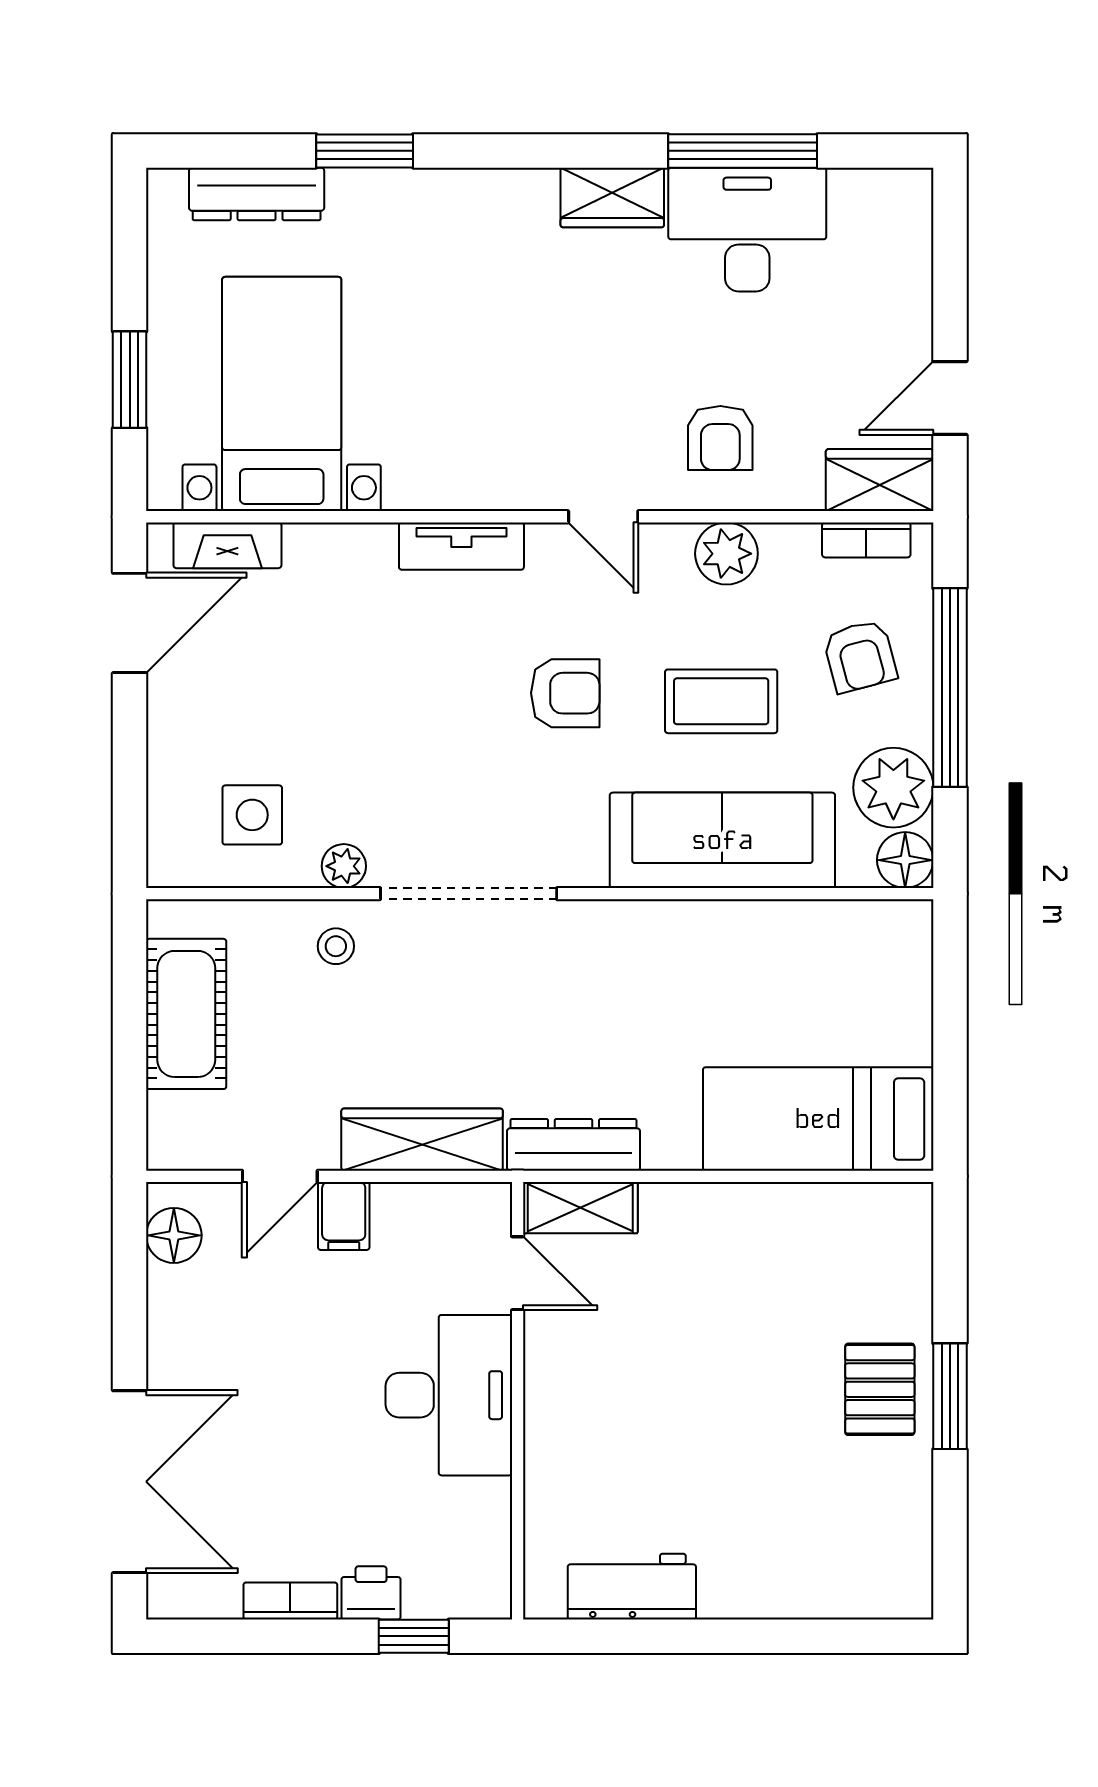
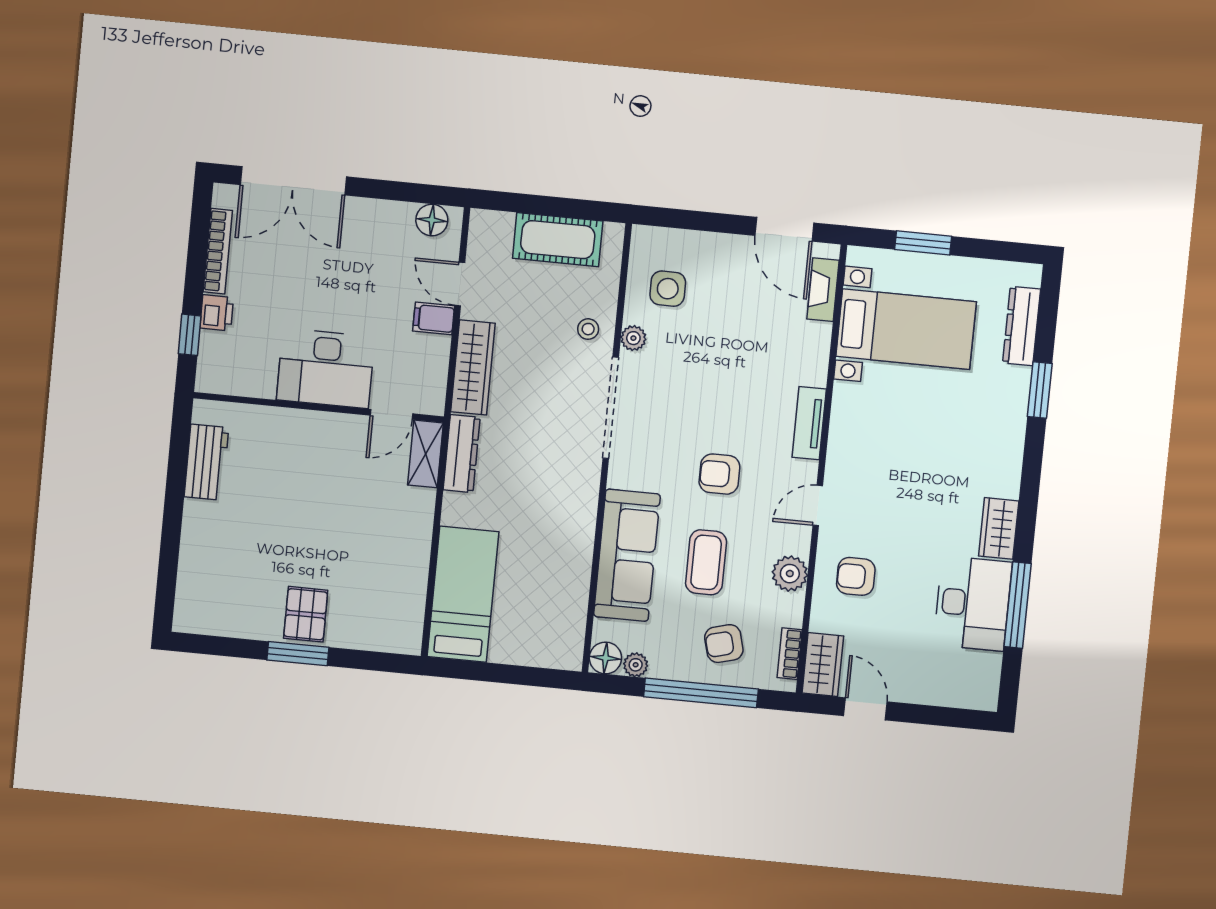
armchair: (565, 693) -> (719, 474), turned 90
plant: (893, 788) -> (636, 665), width x0.53, depth x0.53
pallet: (880, 1389) -> (306, 614), turned 90
bookcase: (290, 1601) -> (218, 251), width x1.56

